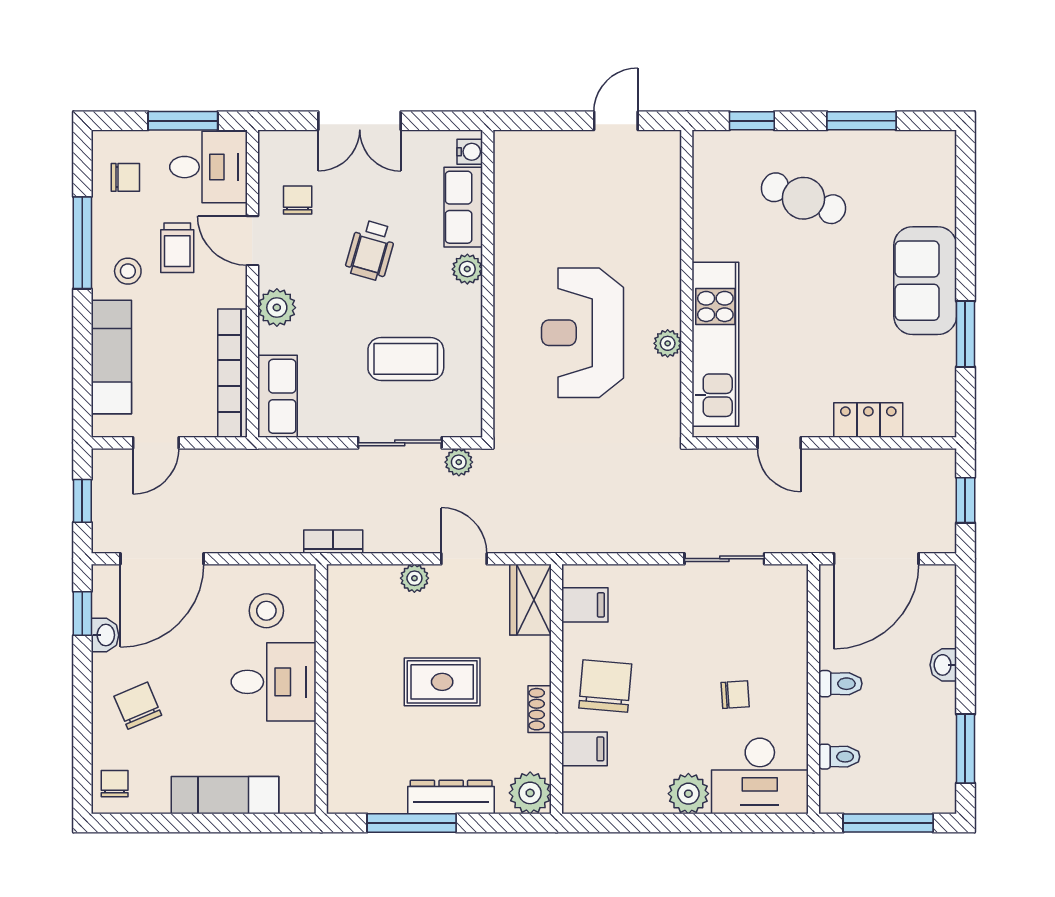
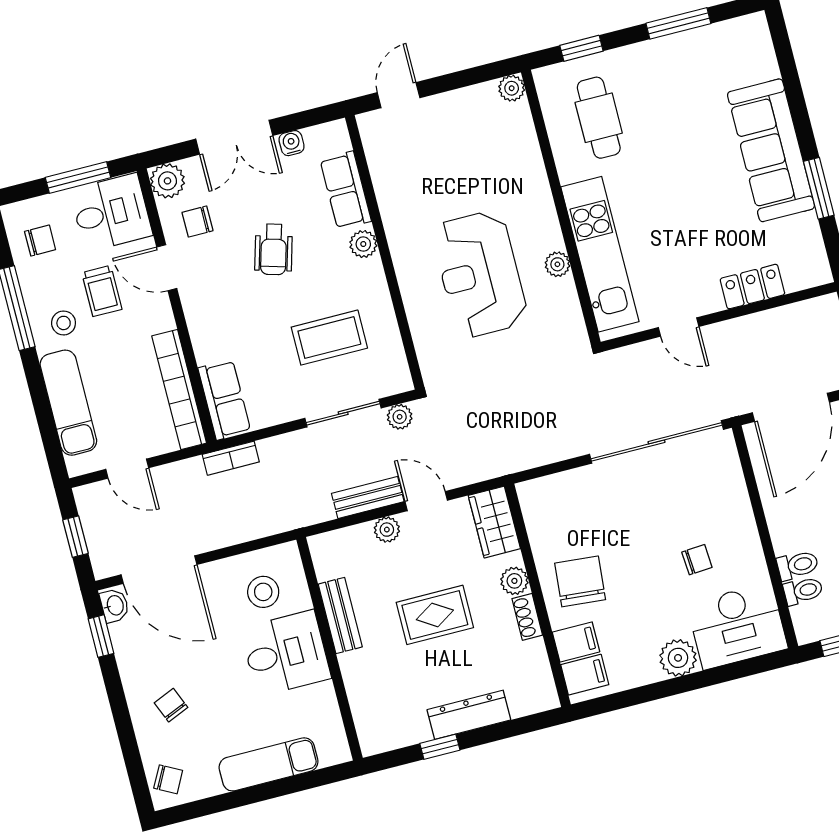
door: (616, 121) -> (399, 95), moved
plant: (667, 144) -> (512, 88), added
water cooler: (470, 152) -> (292, 143), moved, turned -90
cafe table: (803, 198) -> (599, 118), moved, turned 69
chair: (298, 200) -> (197, 221), turned -90
sofa: (925, 281) -> (771, 150), width x1.36
plant: (277, 308) -> (167, 181), moved
door: (156, 443) -> (127, 469), hinge flipped
bench: (403, 539) -> (368, 497), added
bookcase: (333, 542) -> (231, 458), moved, turned 180
door: (162, 559) -> (159, 570), hinge flipped
sliding door: (724, 559) -> (657, 442), width x1.86
filing cabinet: (585, 605) -> (585, 675), moved
washbasin: (105, 635) -> (115, 605), moved
bench: (342, 657) -> (340, 615), added
toilet: (840, 684) -> (798, 565), moved
chair: (138, 706) -> (171, 705), width x0.73, depth x0.73
chair: (115, 784) -> (168, 779), turned 118
plant: (530, 793) -> (514, 581), moved, width x0.73, depth x0.73
window: (412, 823) -> (440, 747), width x0.46

